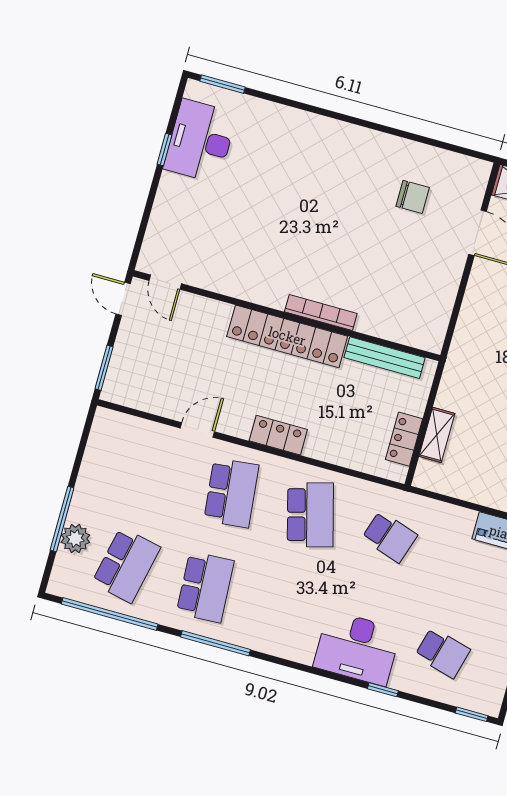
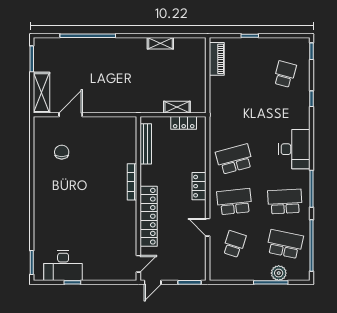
locker: (287, 336) -> (149, 216), moved
school desk: (390, 537) -> (234, 244), moved
desk: (357, 648) -> (294, 149), moved

